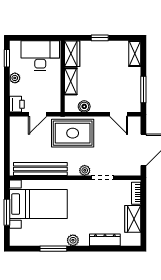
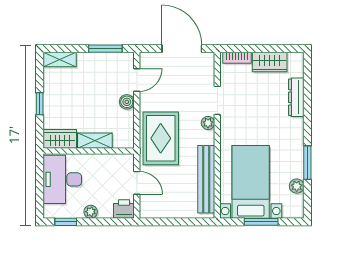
boiler: (84, 106) -> (127, 102), moved
plant: (73, 240) -> (297, 186), moved

